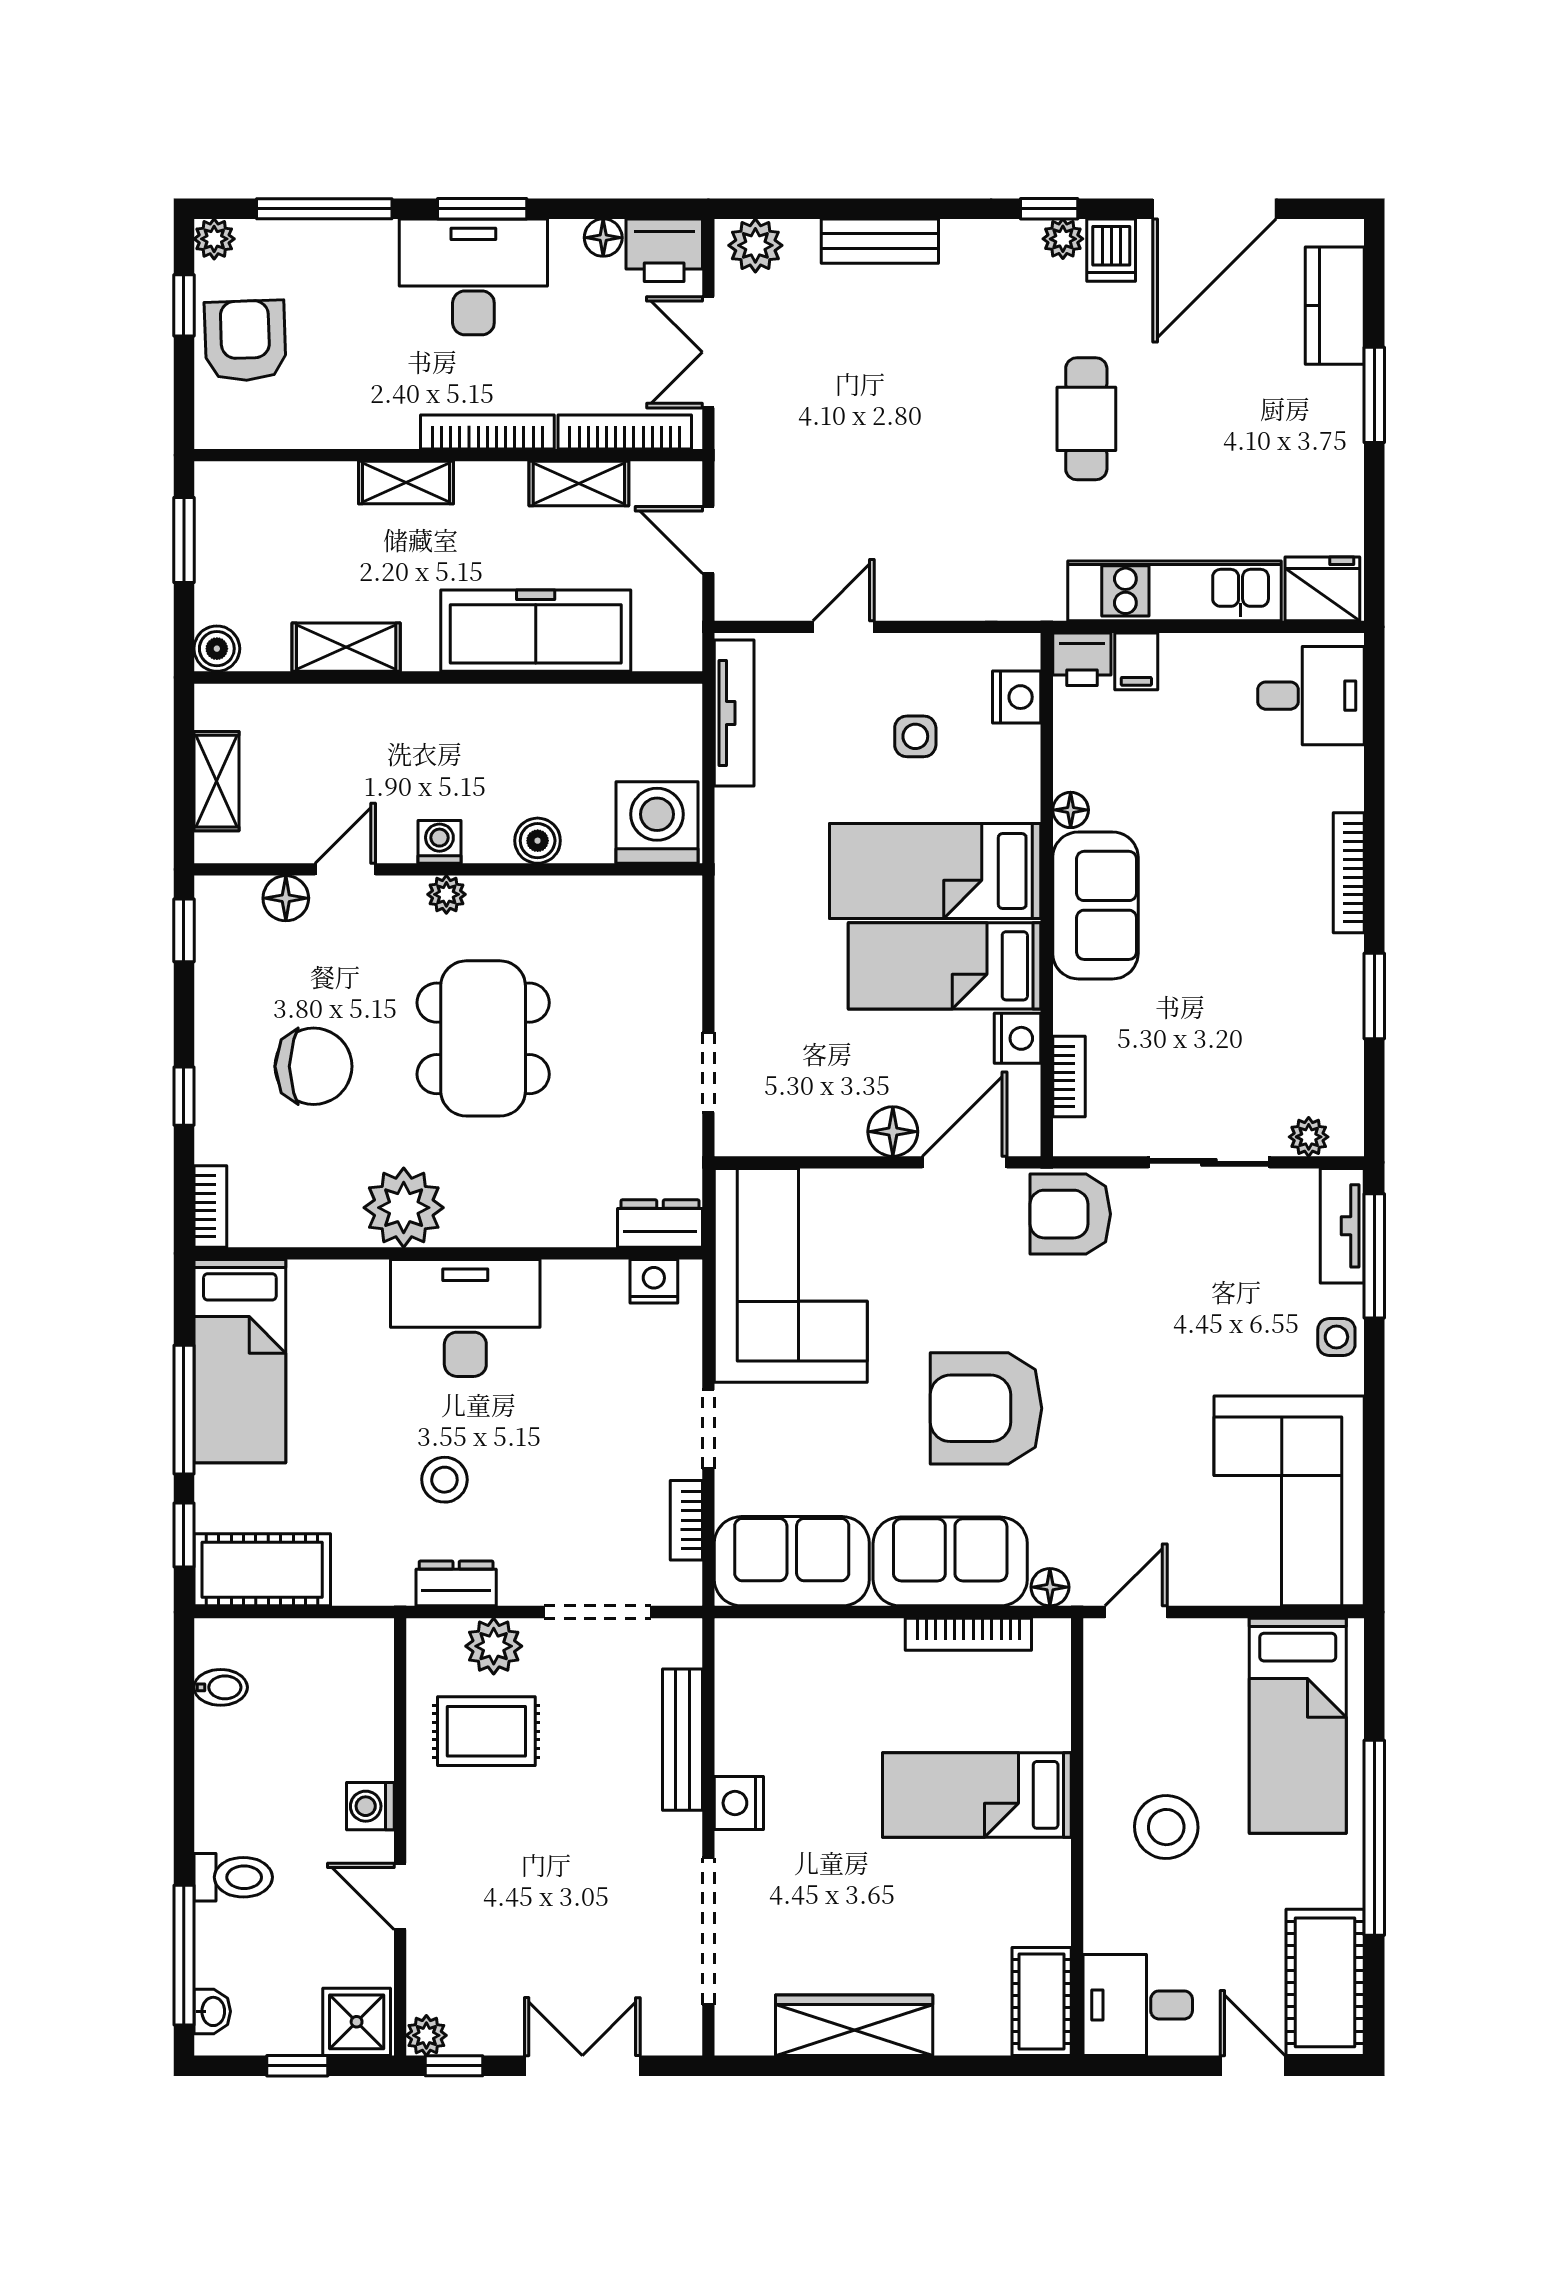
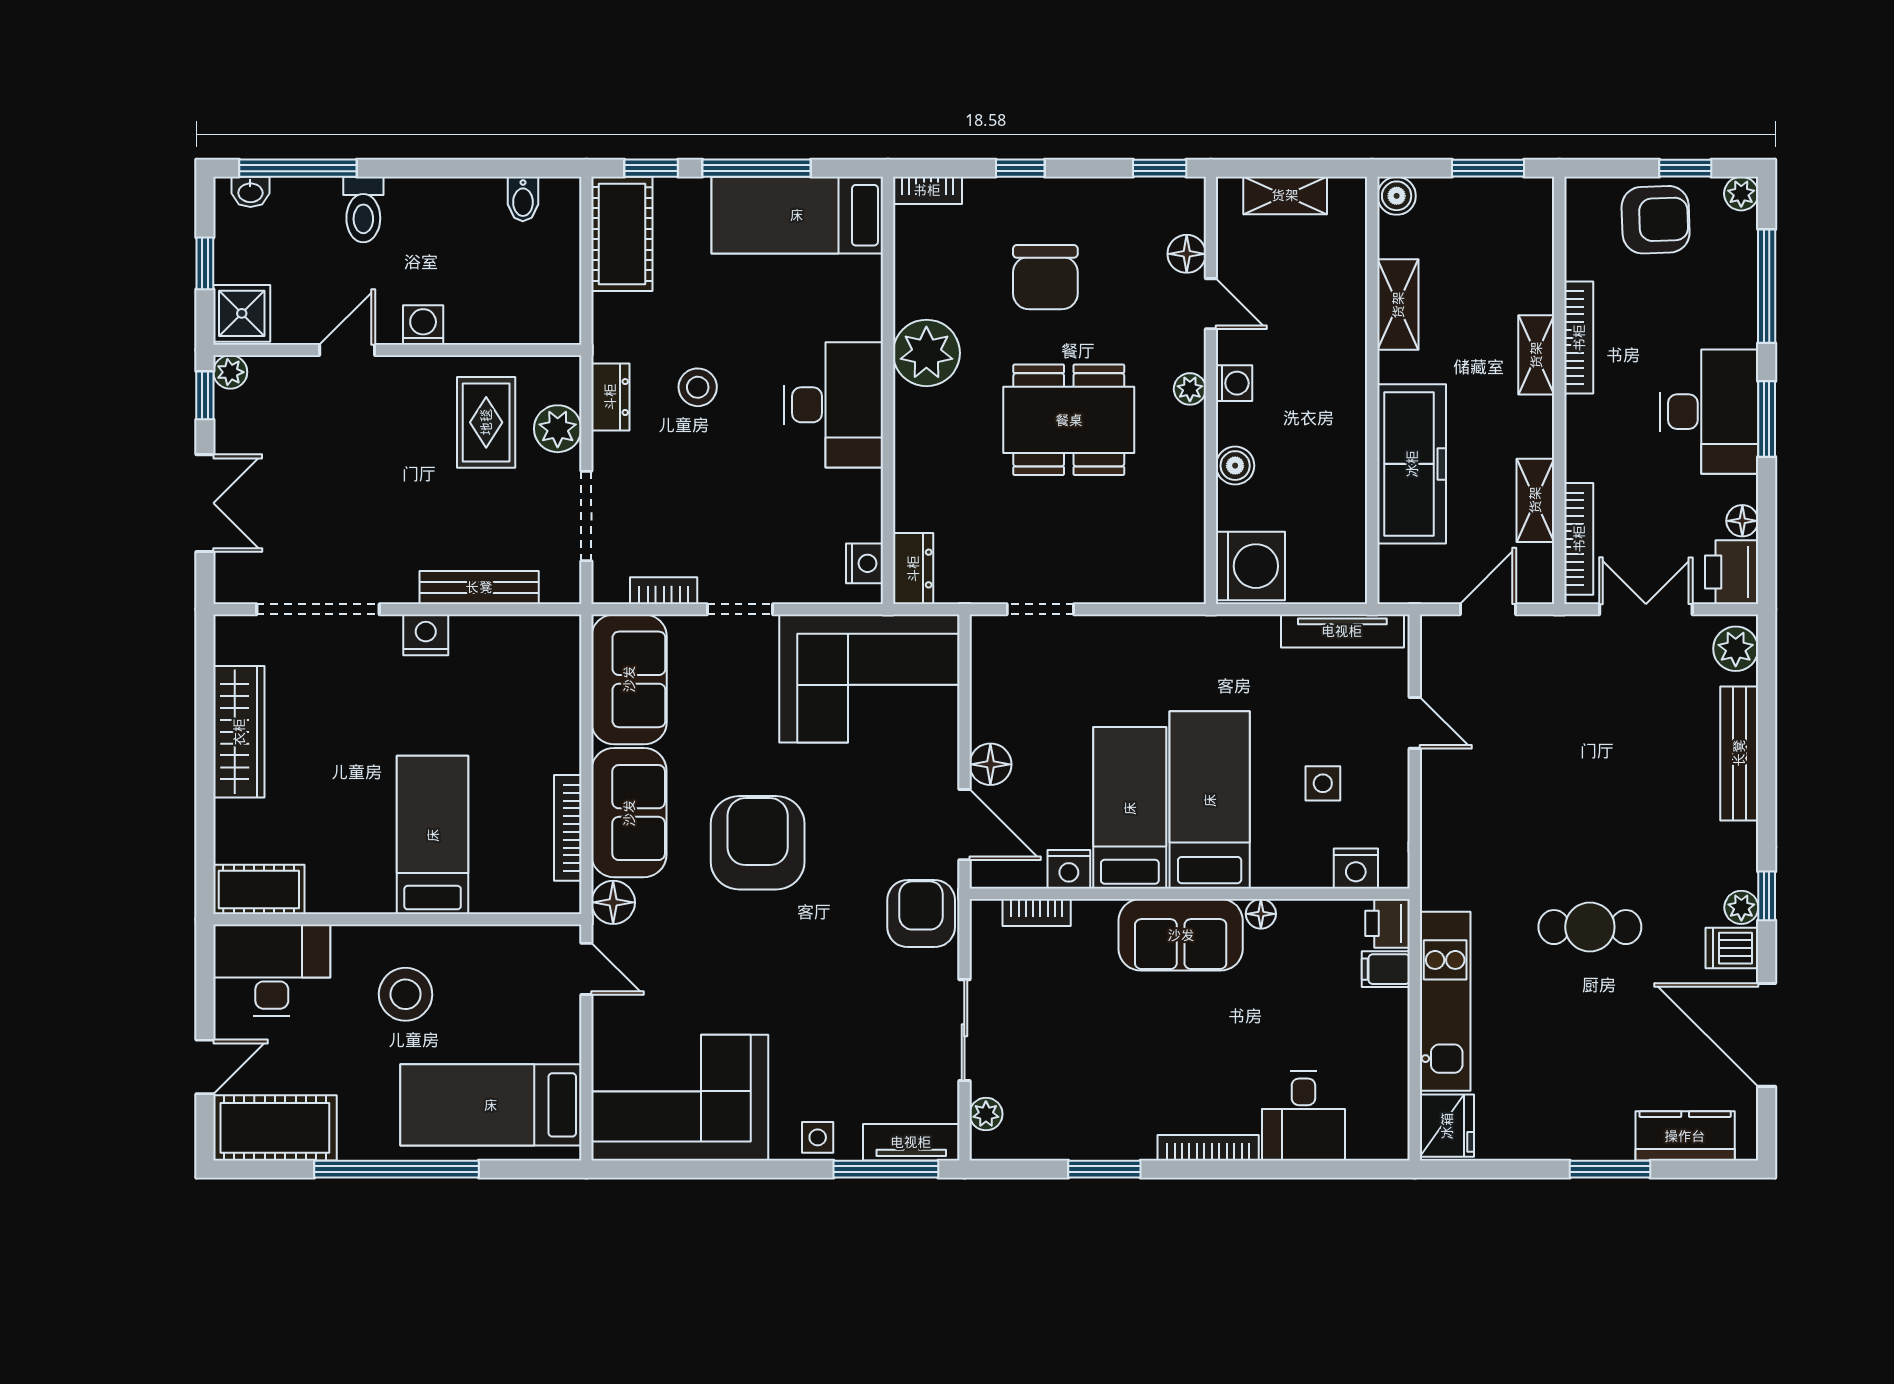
bench: (880, 241) -> (1739, 753), width x1.36
bookcase: (487, 432) -> (1579, 338), moved
desk: (1311, 696) -> (1303, 1116), moved
floor lamp: (1050, 1587) -> (613, 902), width x1.37, depth x1.37
desk: (1138, 2005) -> (272, 970), width x1.37

